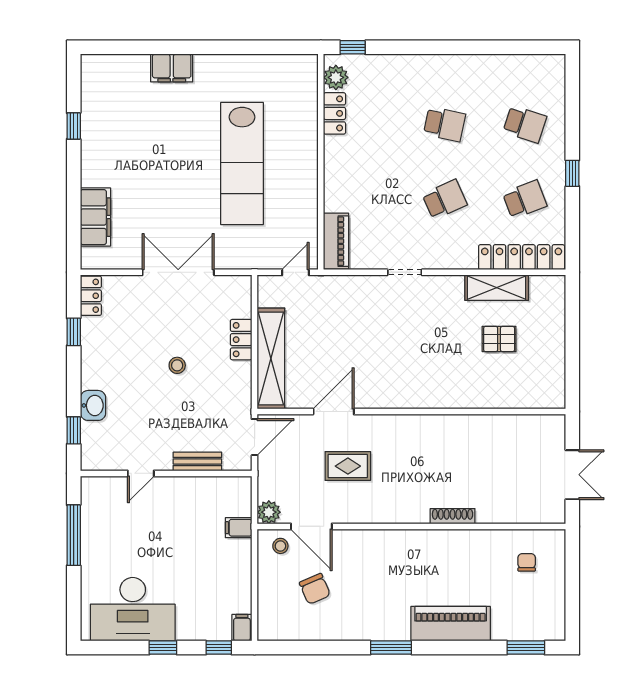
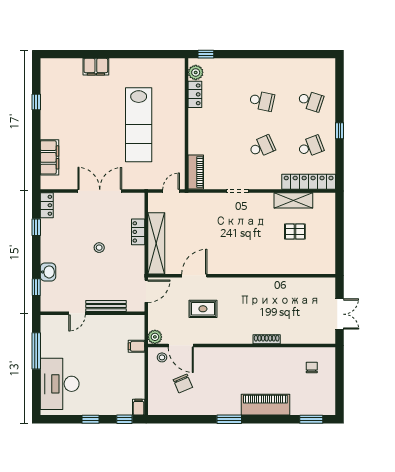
bench: (197, 461) -> (106, 306), width x1.36
desk: (133, 609) -> (60, 384), moved, turned 90

